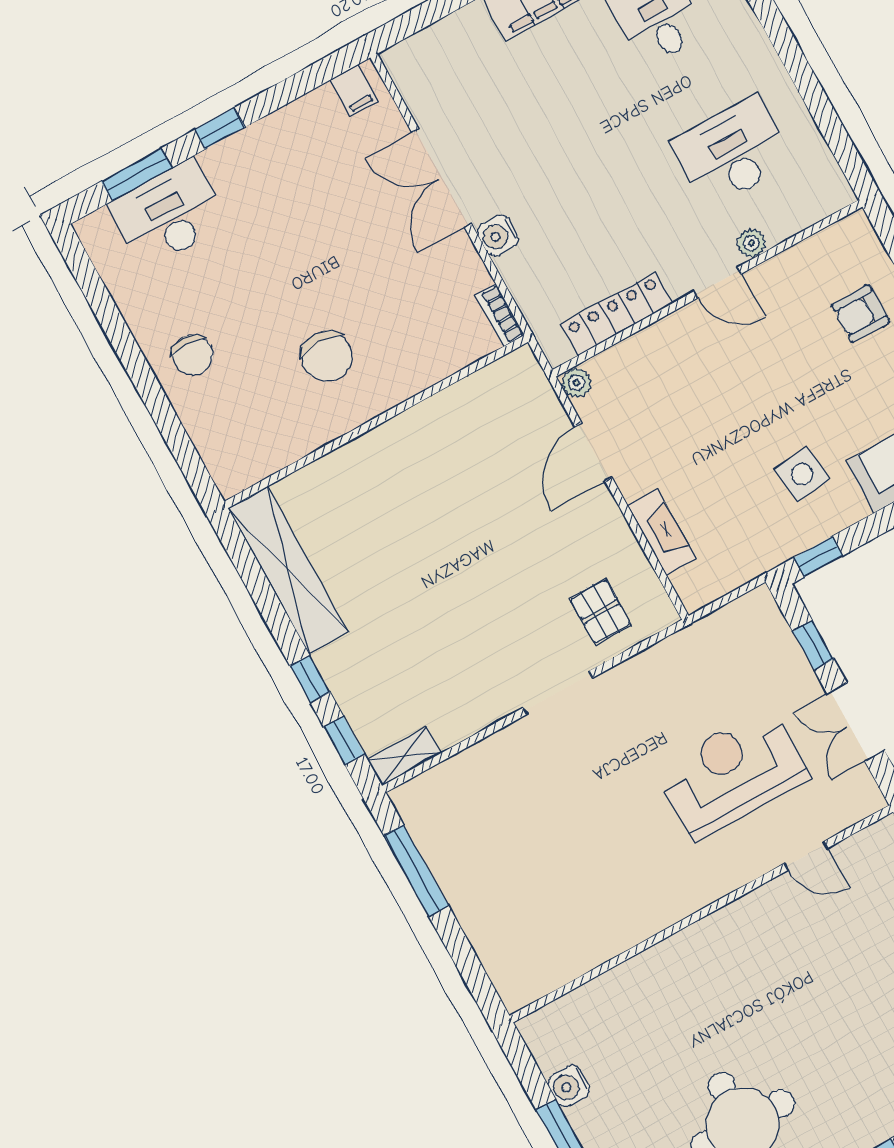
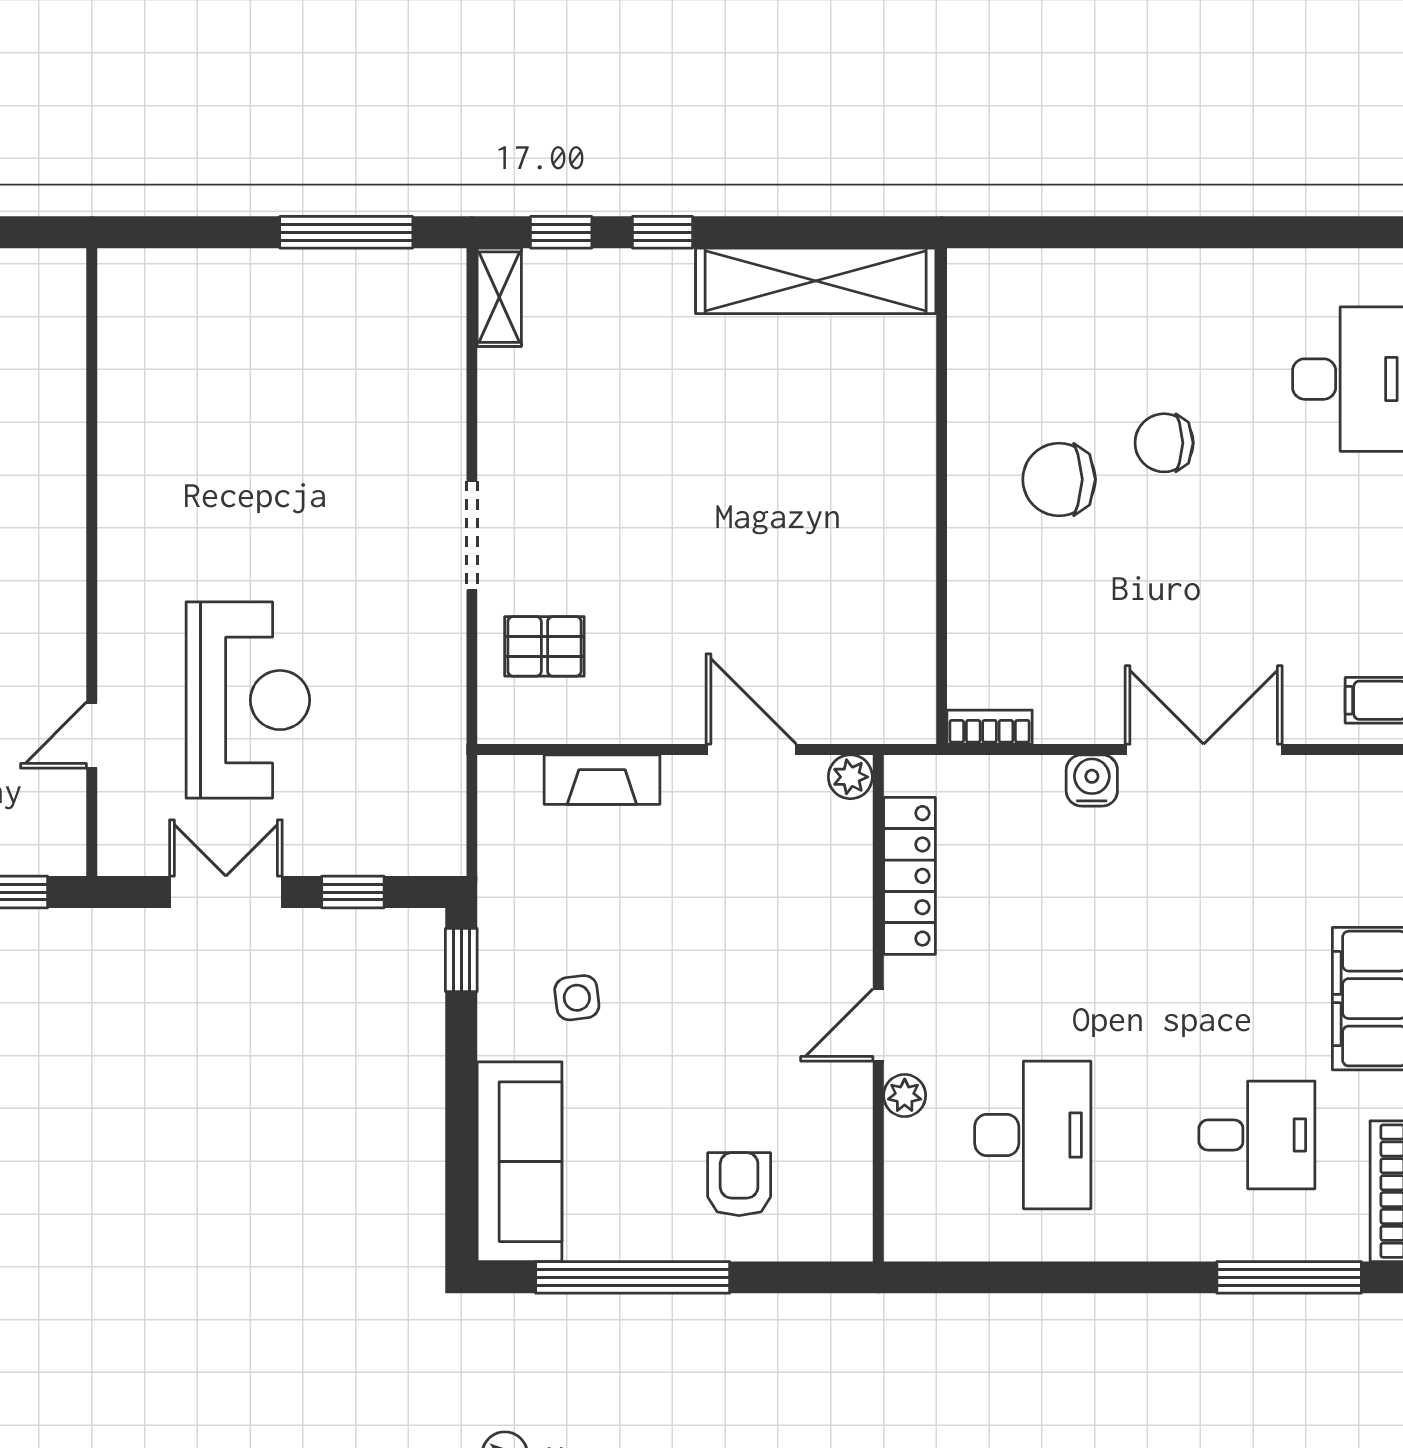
chair: (193, 355) -> (1164, 443), moved
side table: (802, 474) -> (577, 998), width x0.73, depth x0.73

